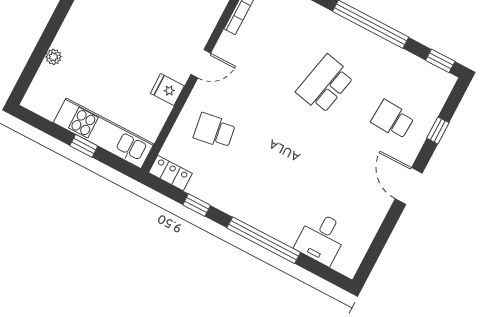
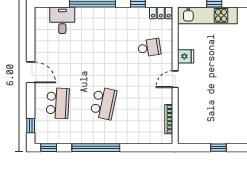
school desk: (393, 120) -> (58, 103), width x1.85
window: (438, 130) -> (31, 126), moved

